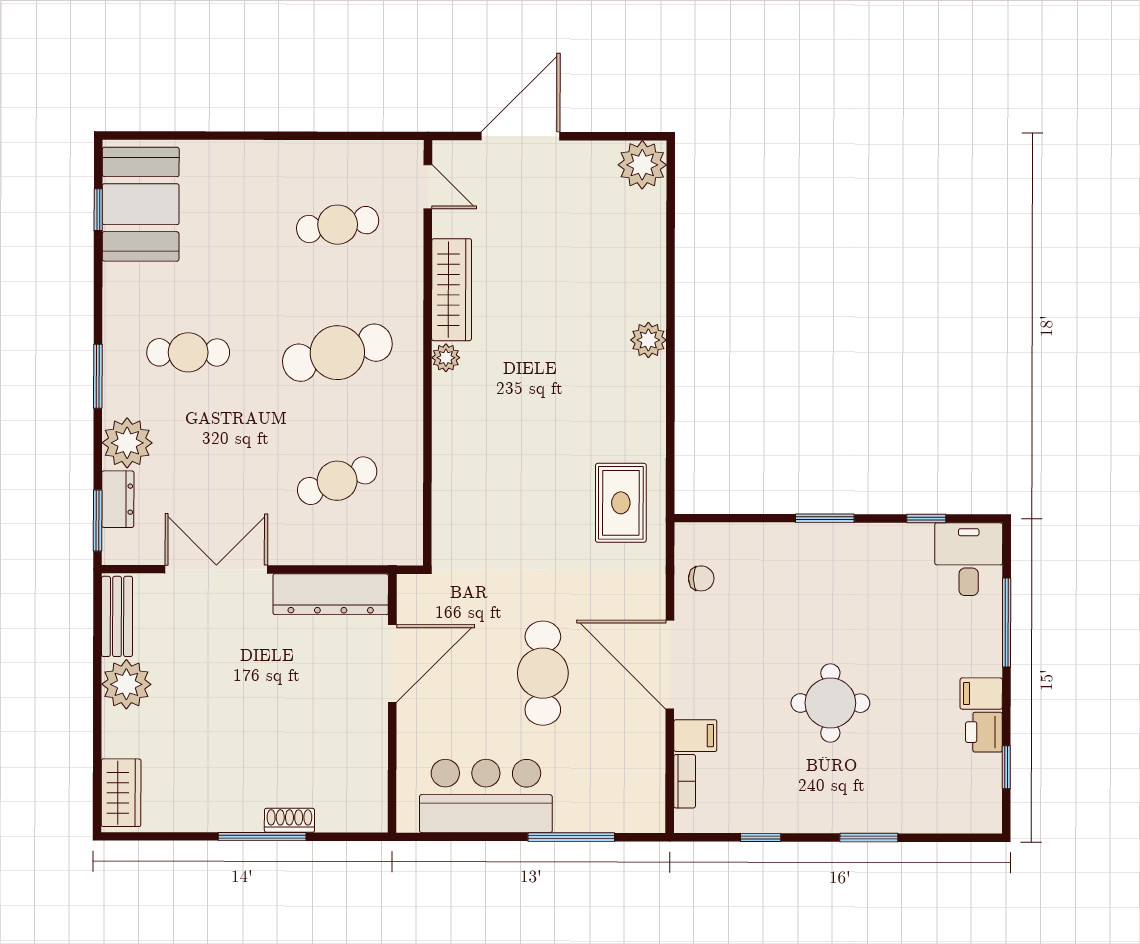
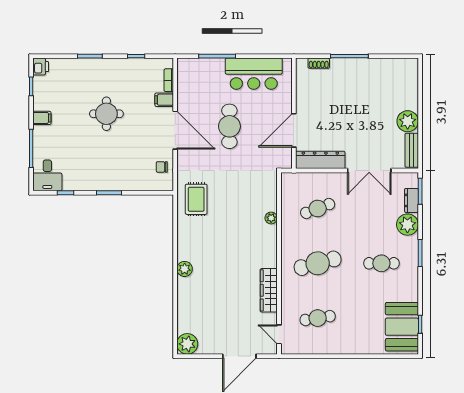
plant: (446, 358) -> (271, 218), moved
printer: (984, 732) -> (41, 67), moved
wardrobe: (121, 793) -> (410, 75), removed
shoe rack: (289, 820) -> (319, 63), moved

